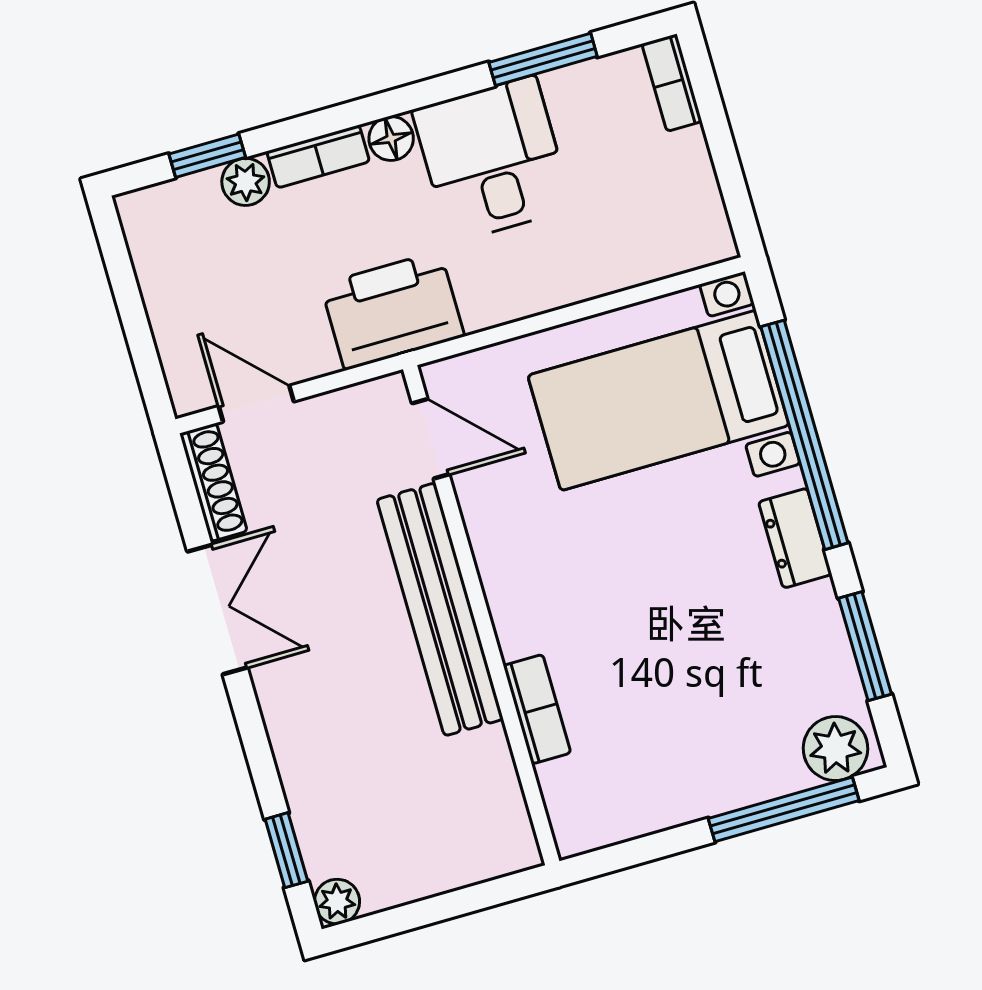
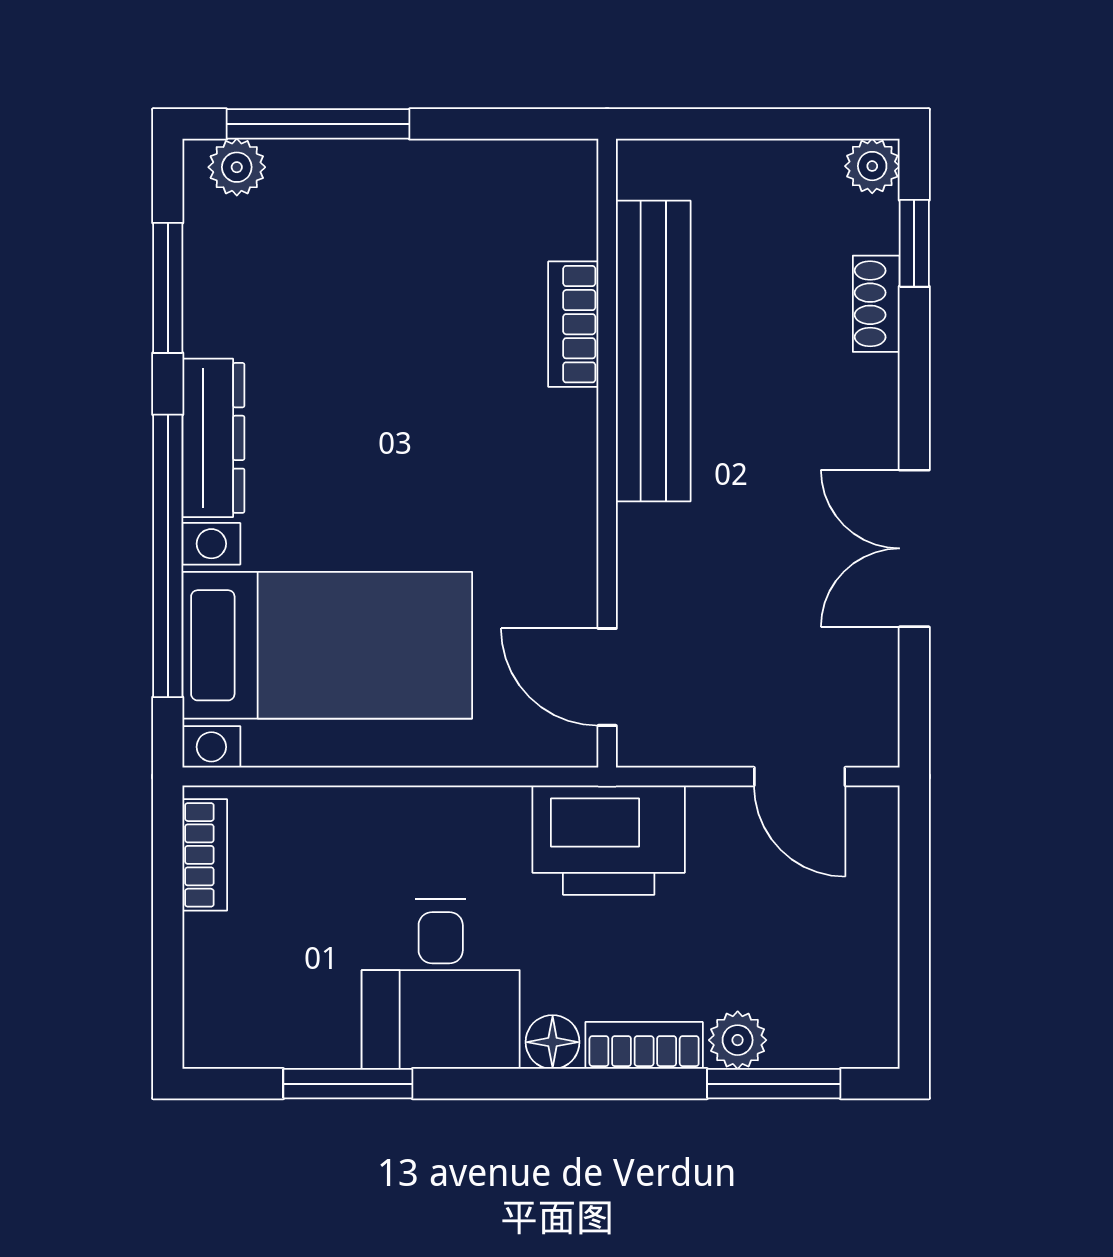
bookcase: (672, 83) -> (205, 855), moved
window: (207, 156) -> (774, 1084), width x1.50
shoe rack: (213, 482) -> (876, 304), moved, width x0.70
dresser: (795, 538) -> (213, 438), width x1.44
bench: (440, 609) -> (653, 351), moved
plant: (835, 749) -> (237, 167), width x0.73, depth x0.73

